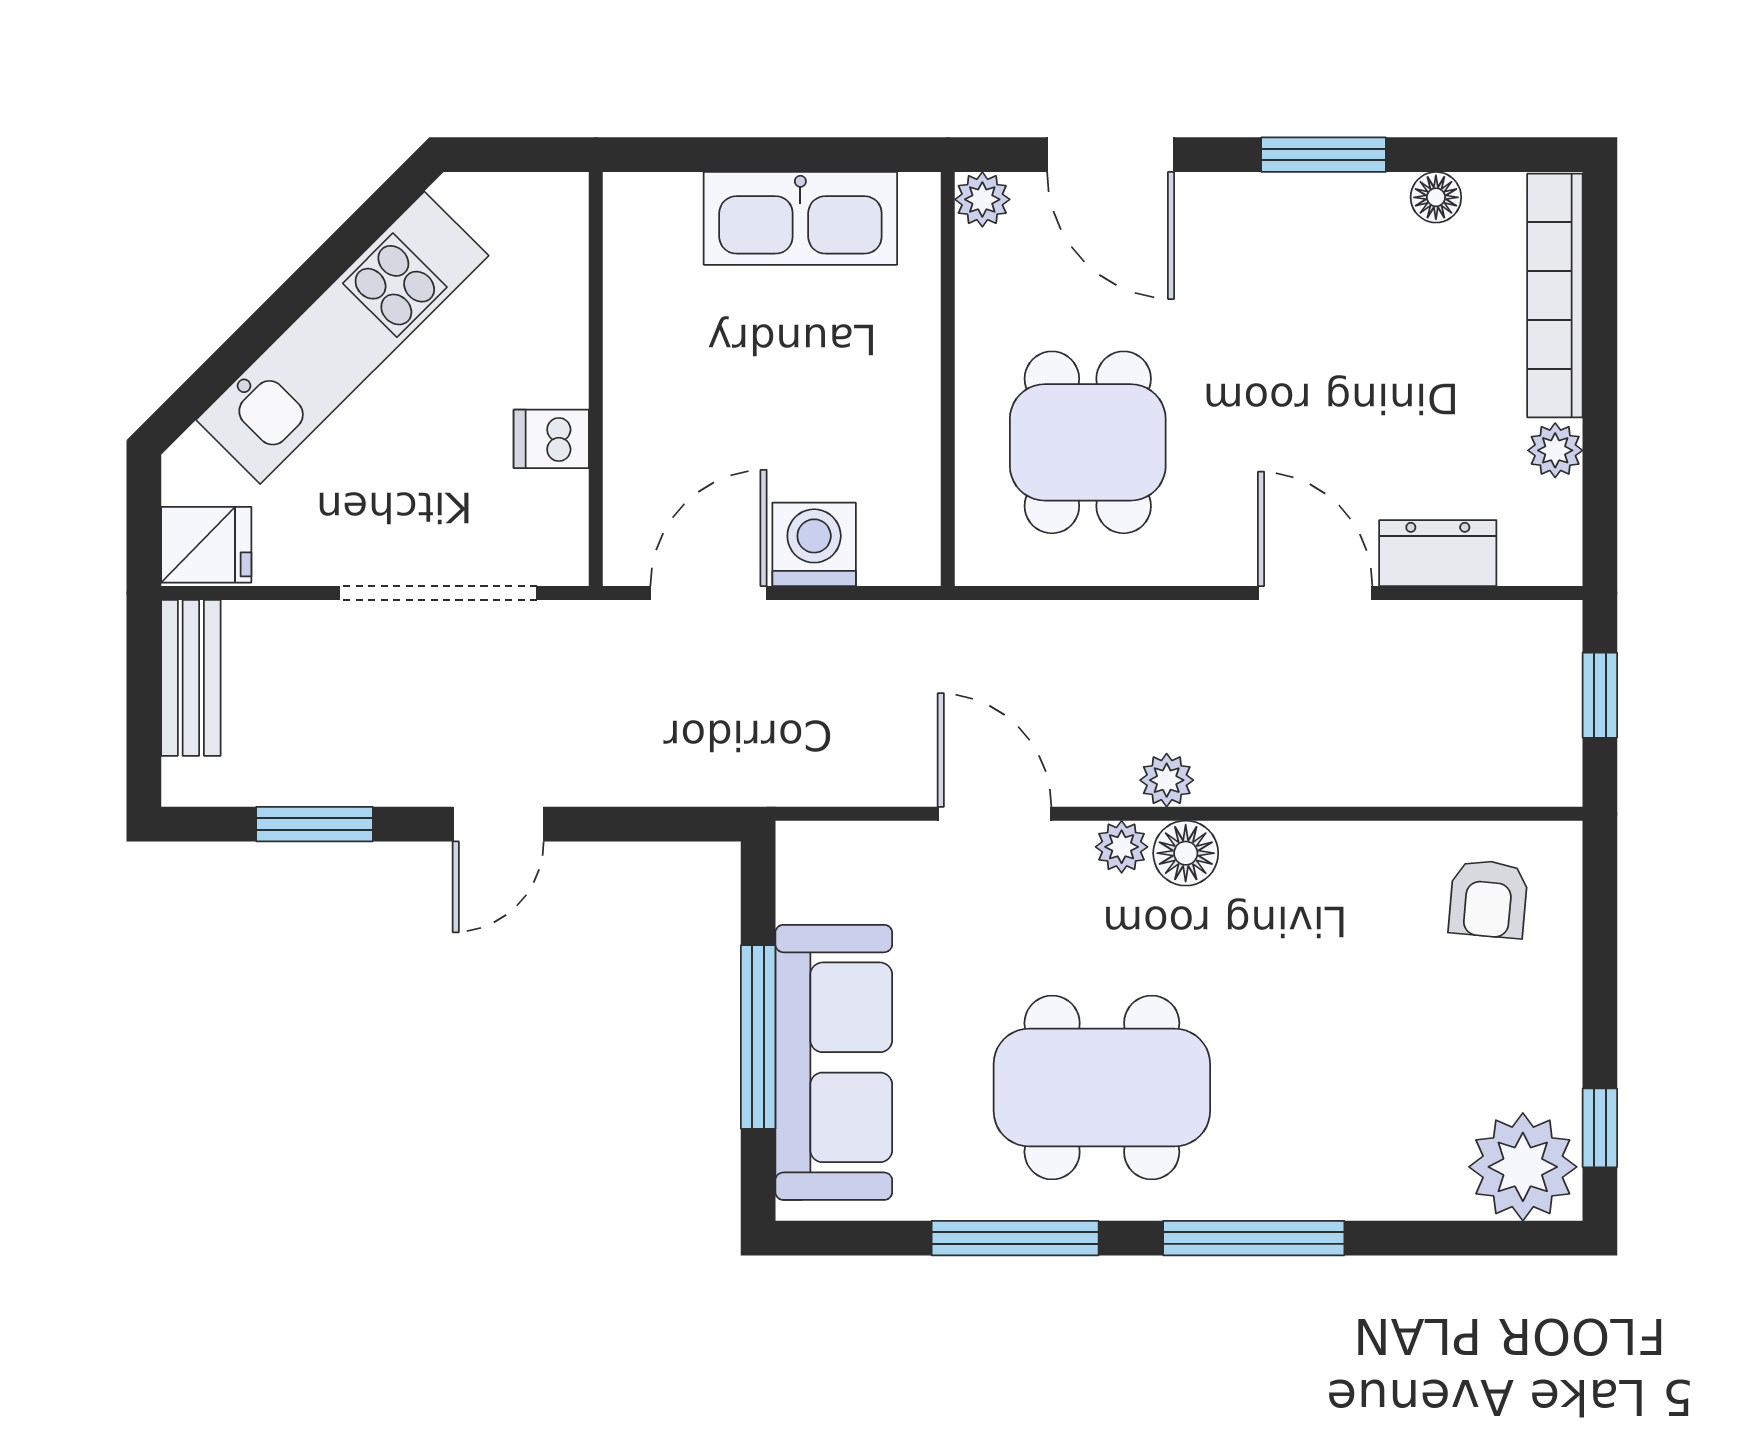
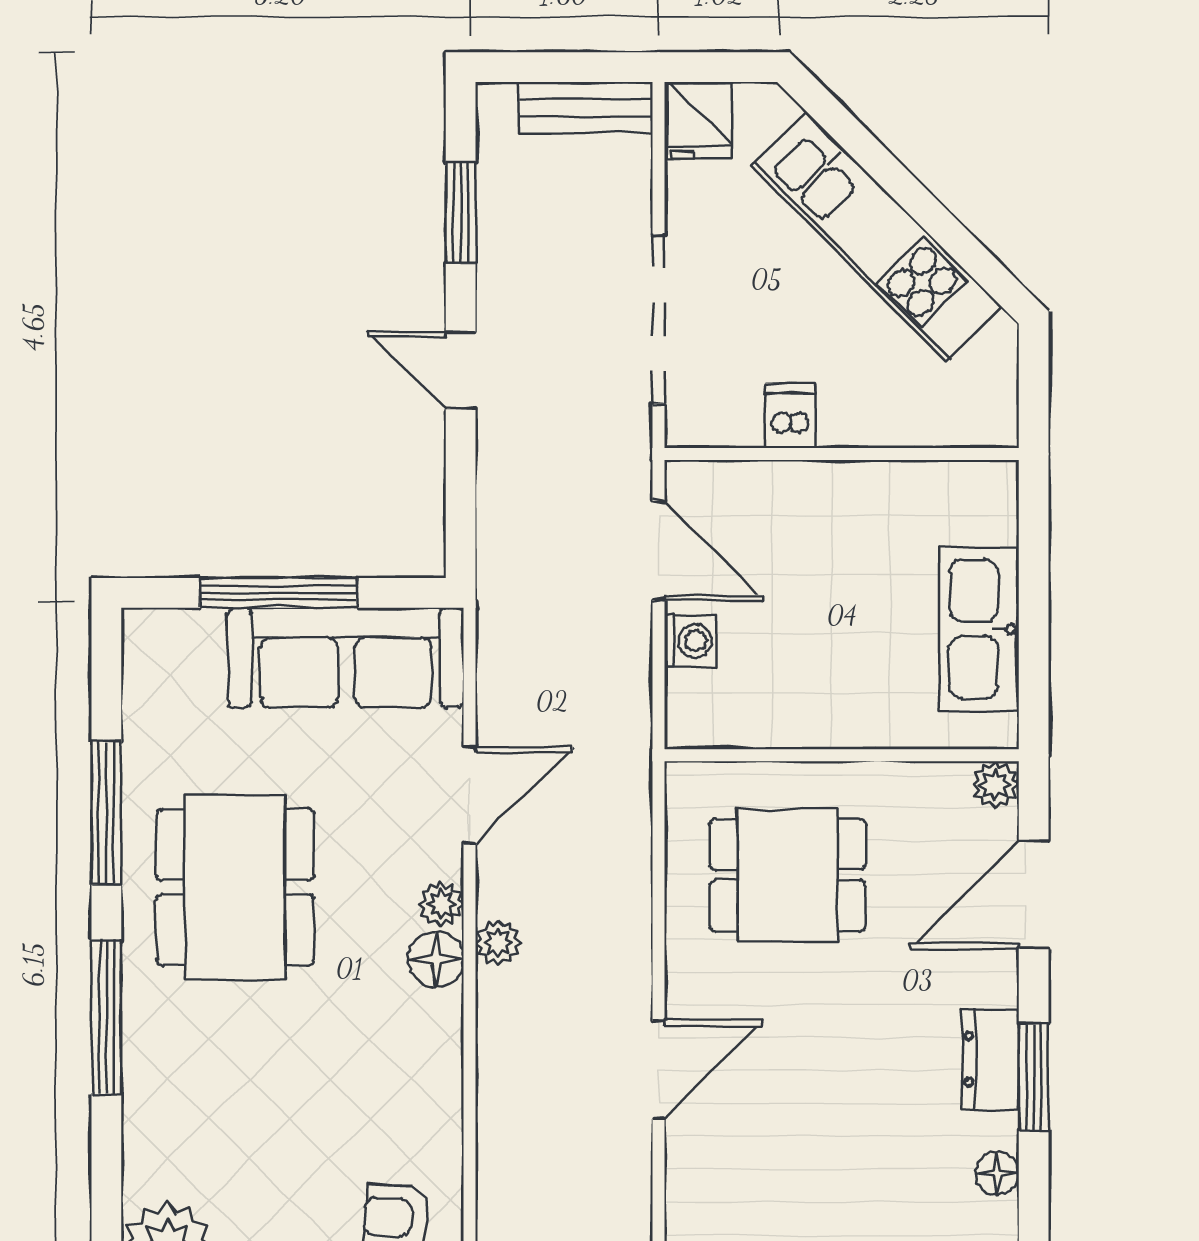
washing machine: (814, 544) -> (690, 641), width x0.73, depth x0.73
dresser: (1438, 553) -> (991, 1059), moved, turned 180
sofa: (834, 1062) -> (346, 658), moved

